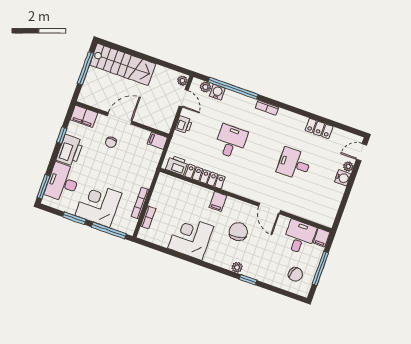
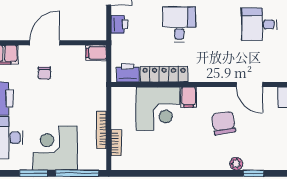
corner desk: (191, 237) -> (158, 109), moved, turned 180

